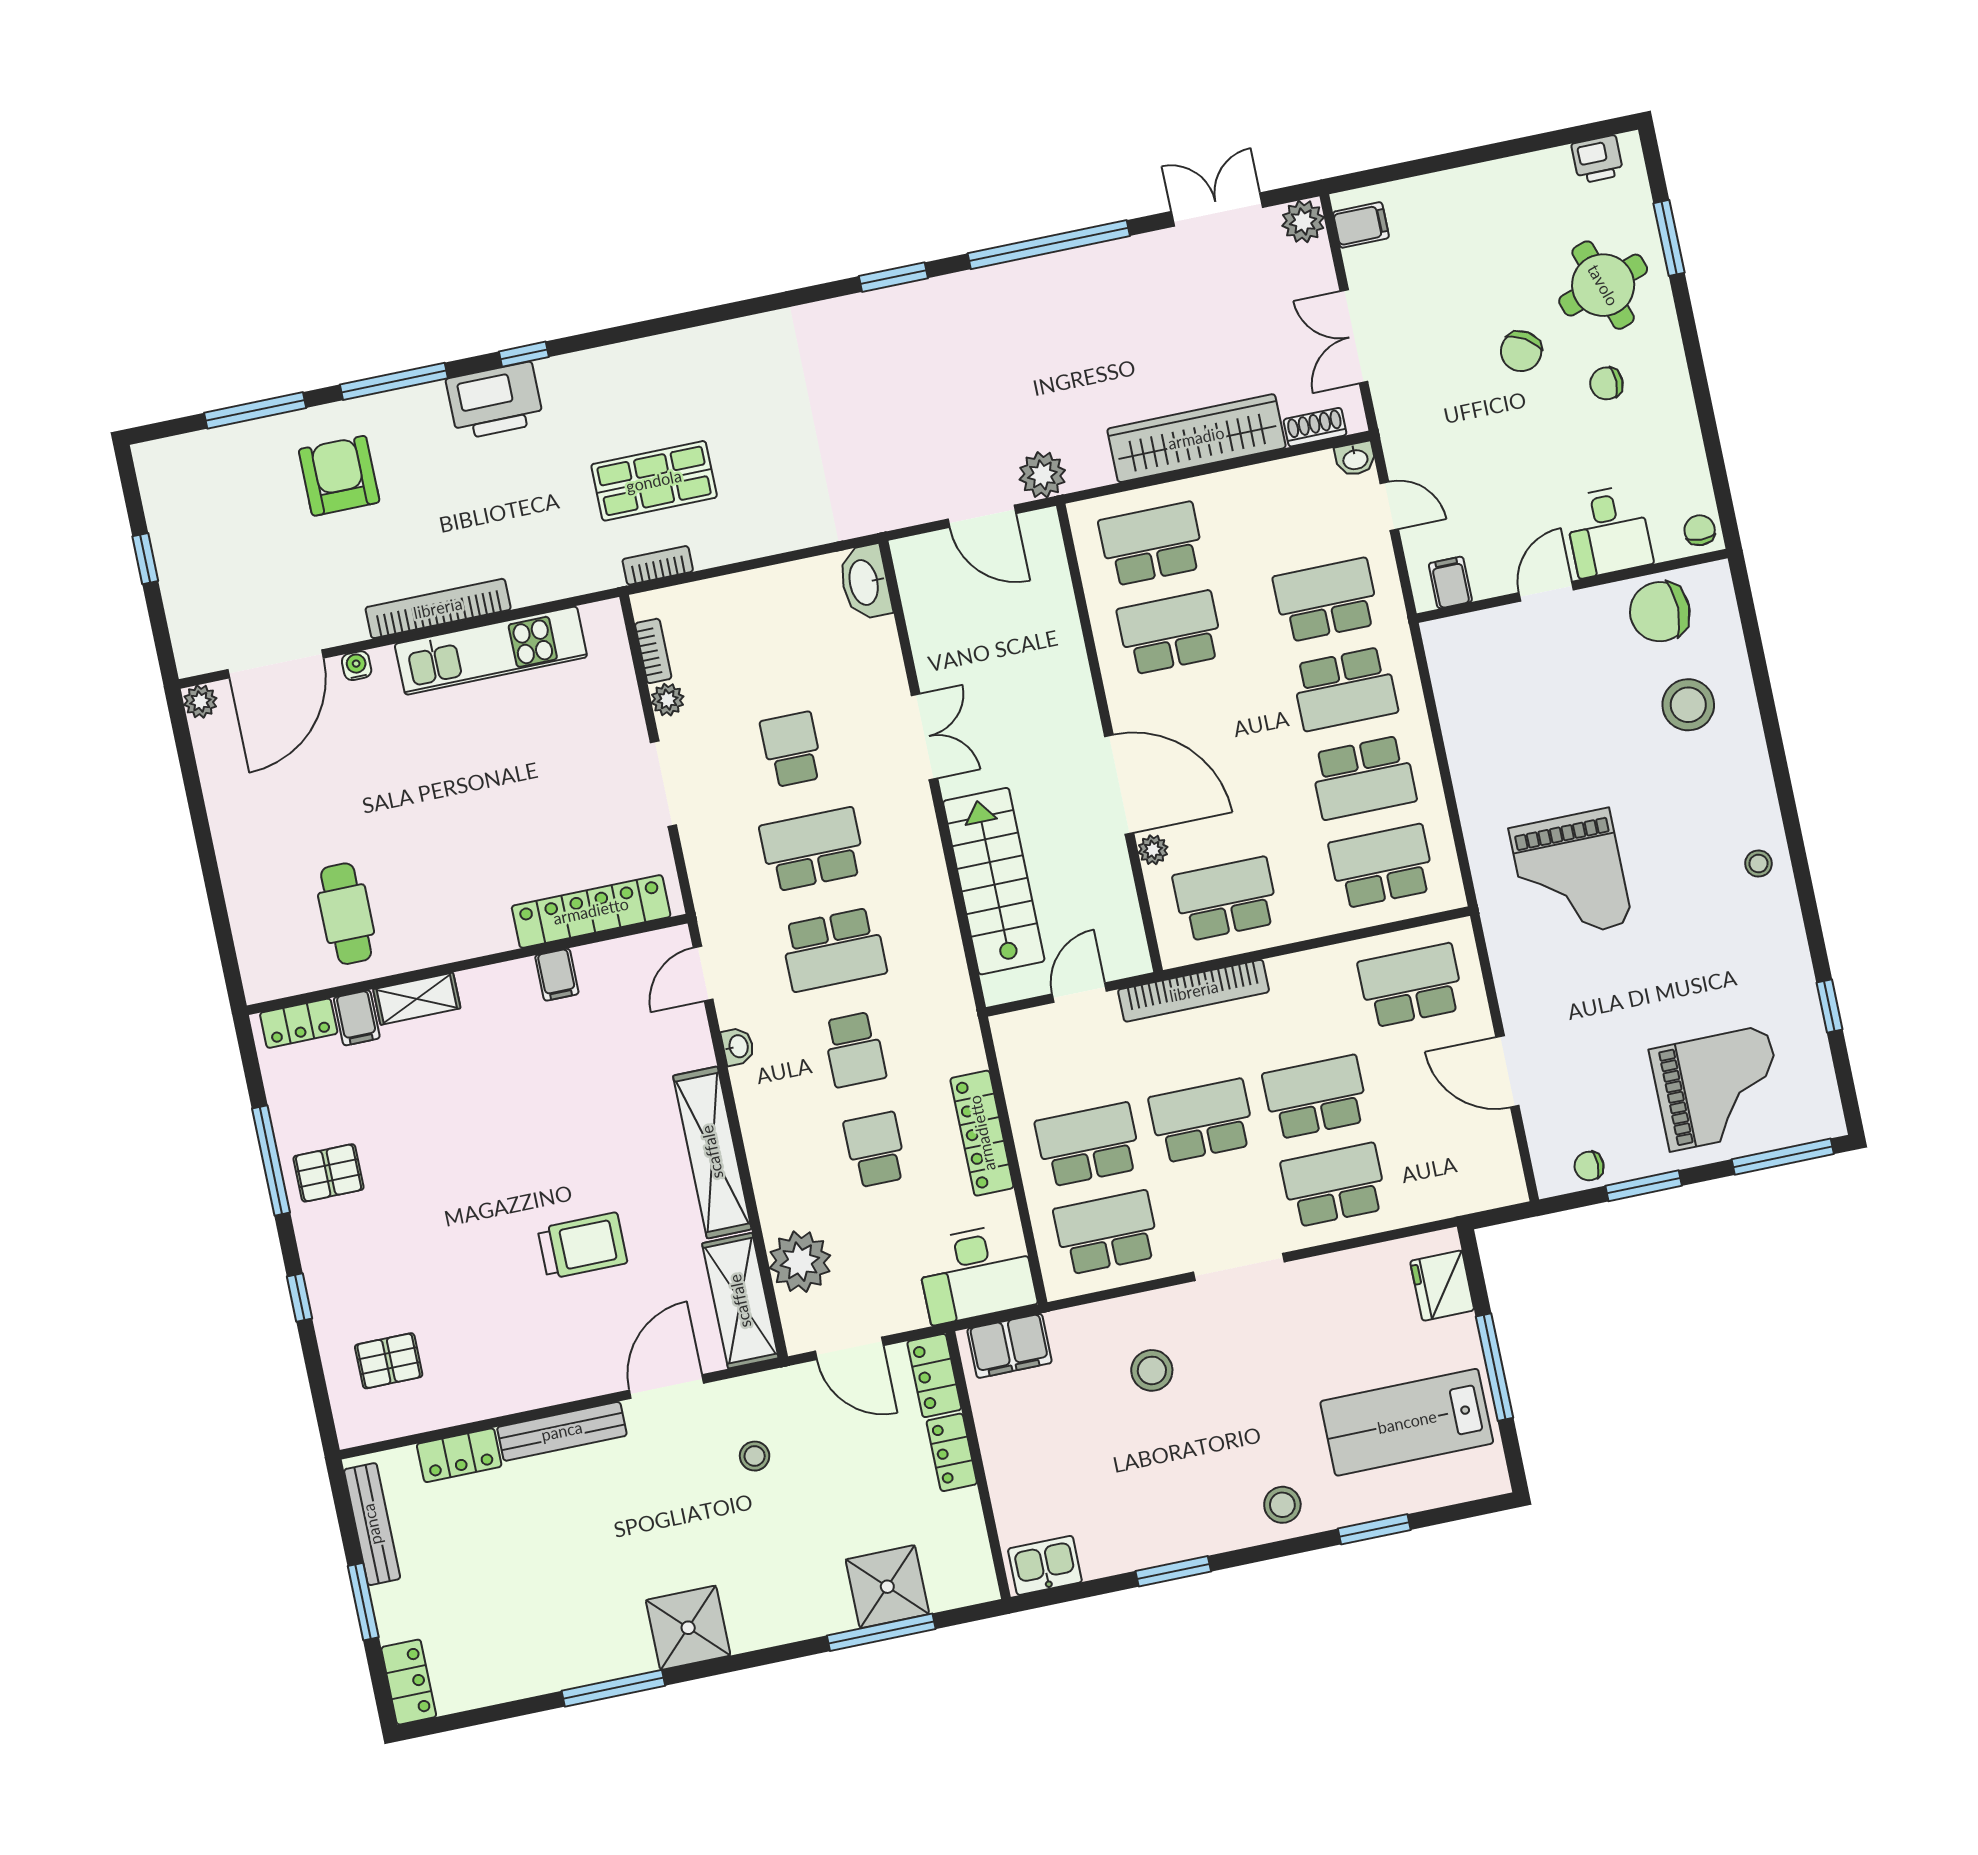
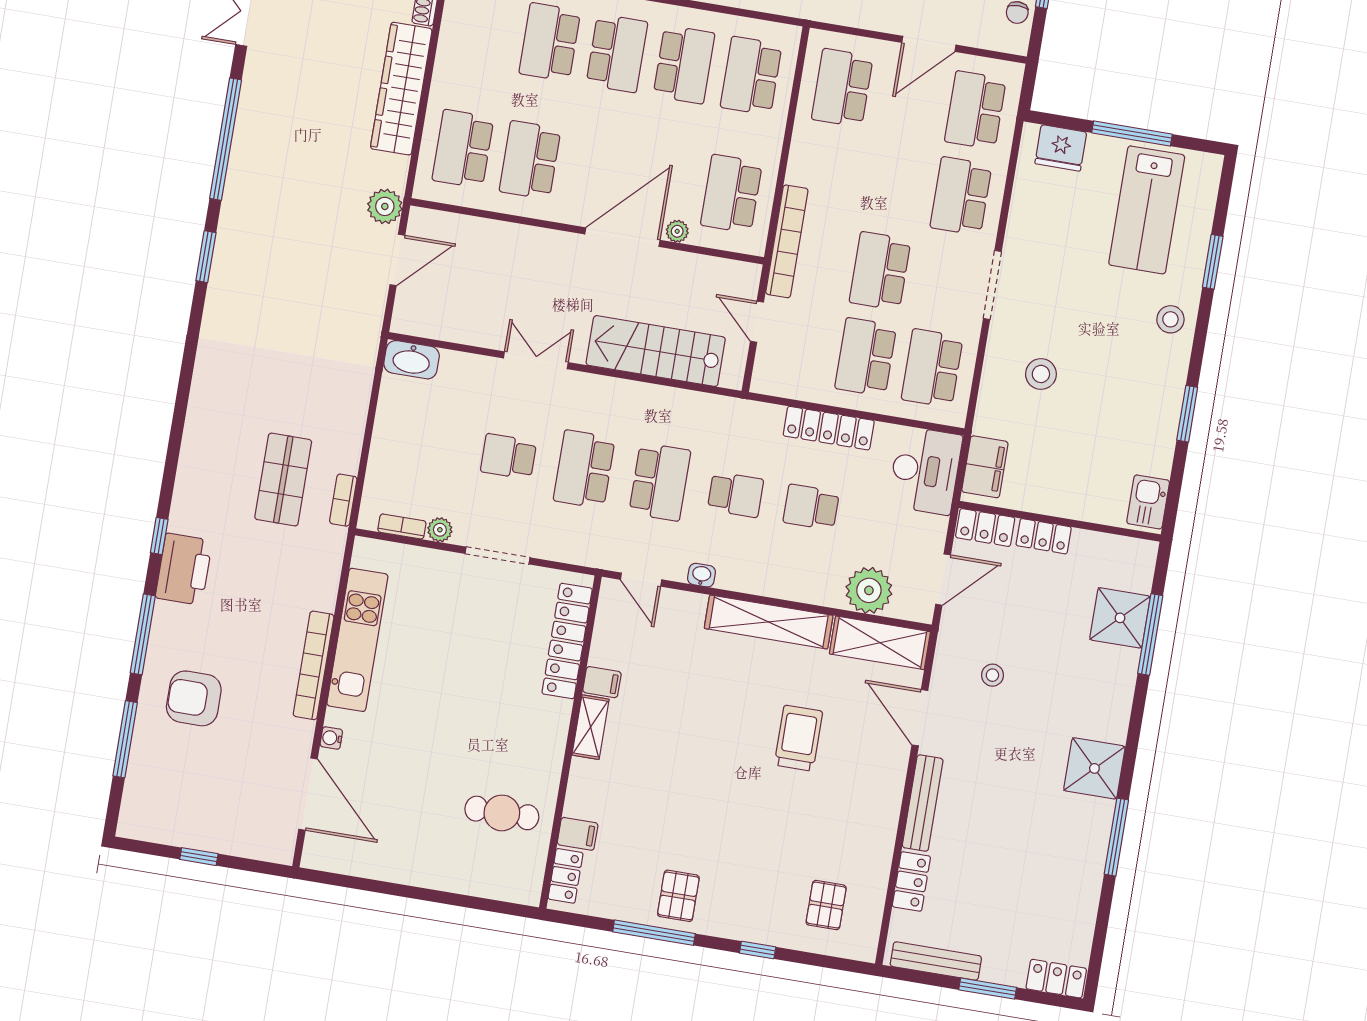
plant: (200, 702) -> (314, 857), removed
shelving: (417, 999) -> (591, 727), moved
school desk: (1316, 1097) -> (975, 110), moved

